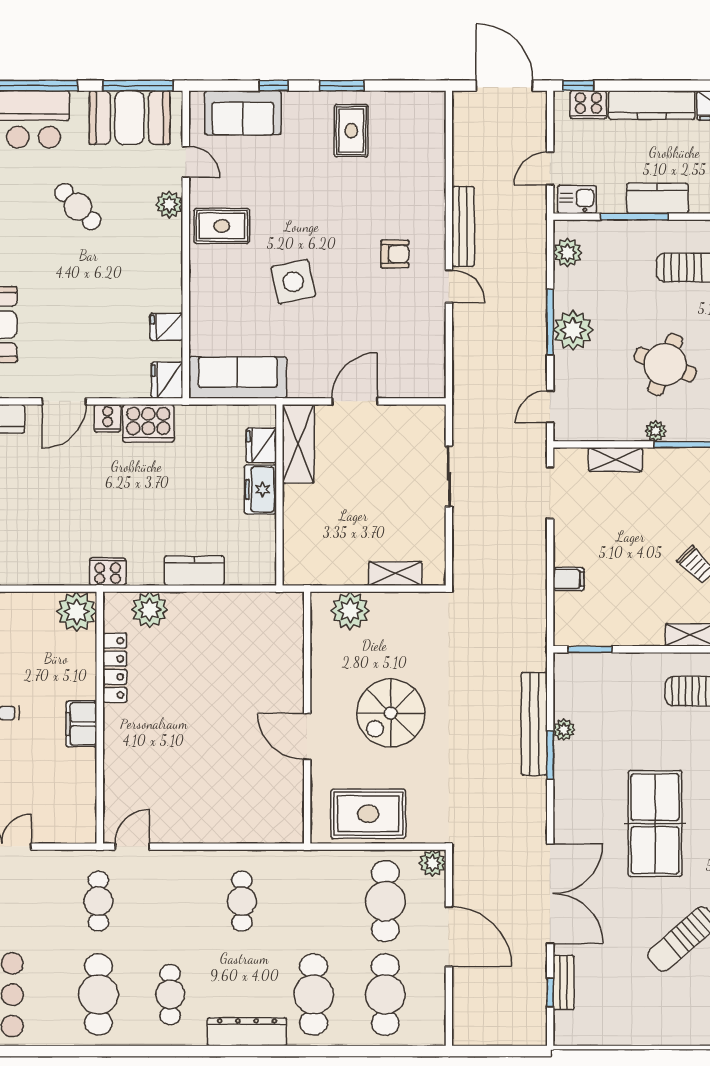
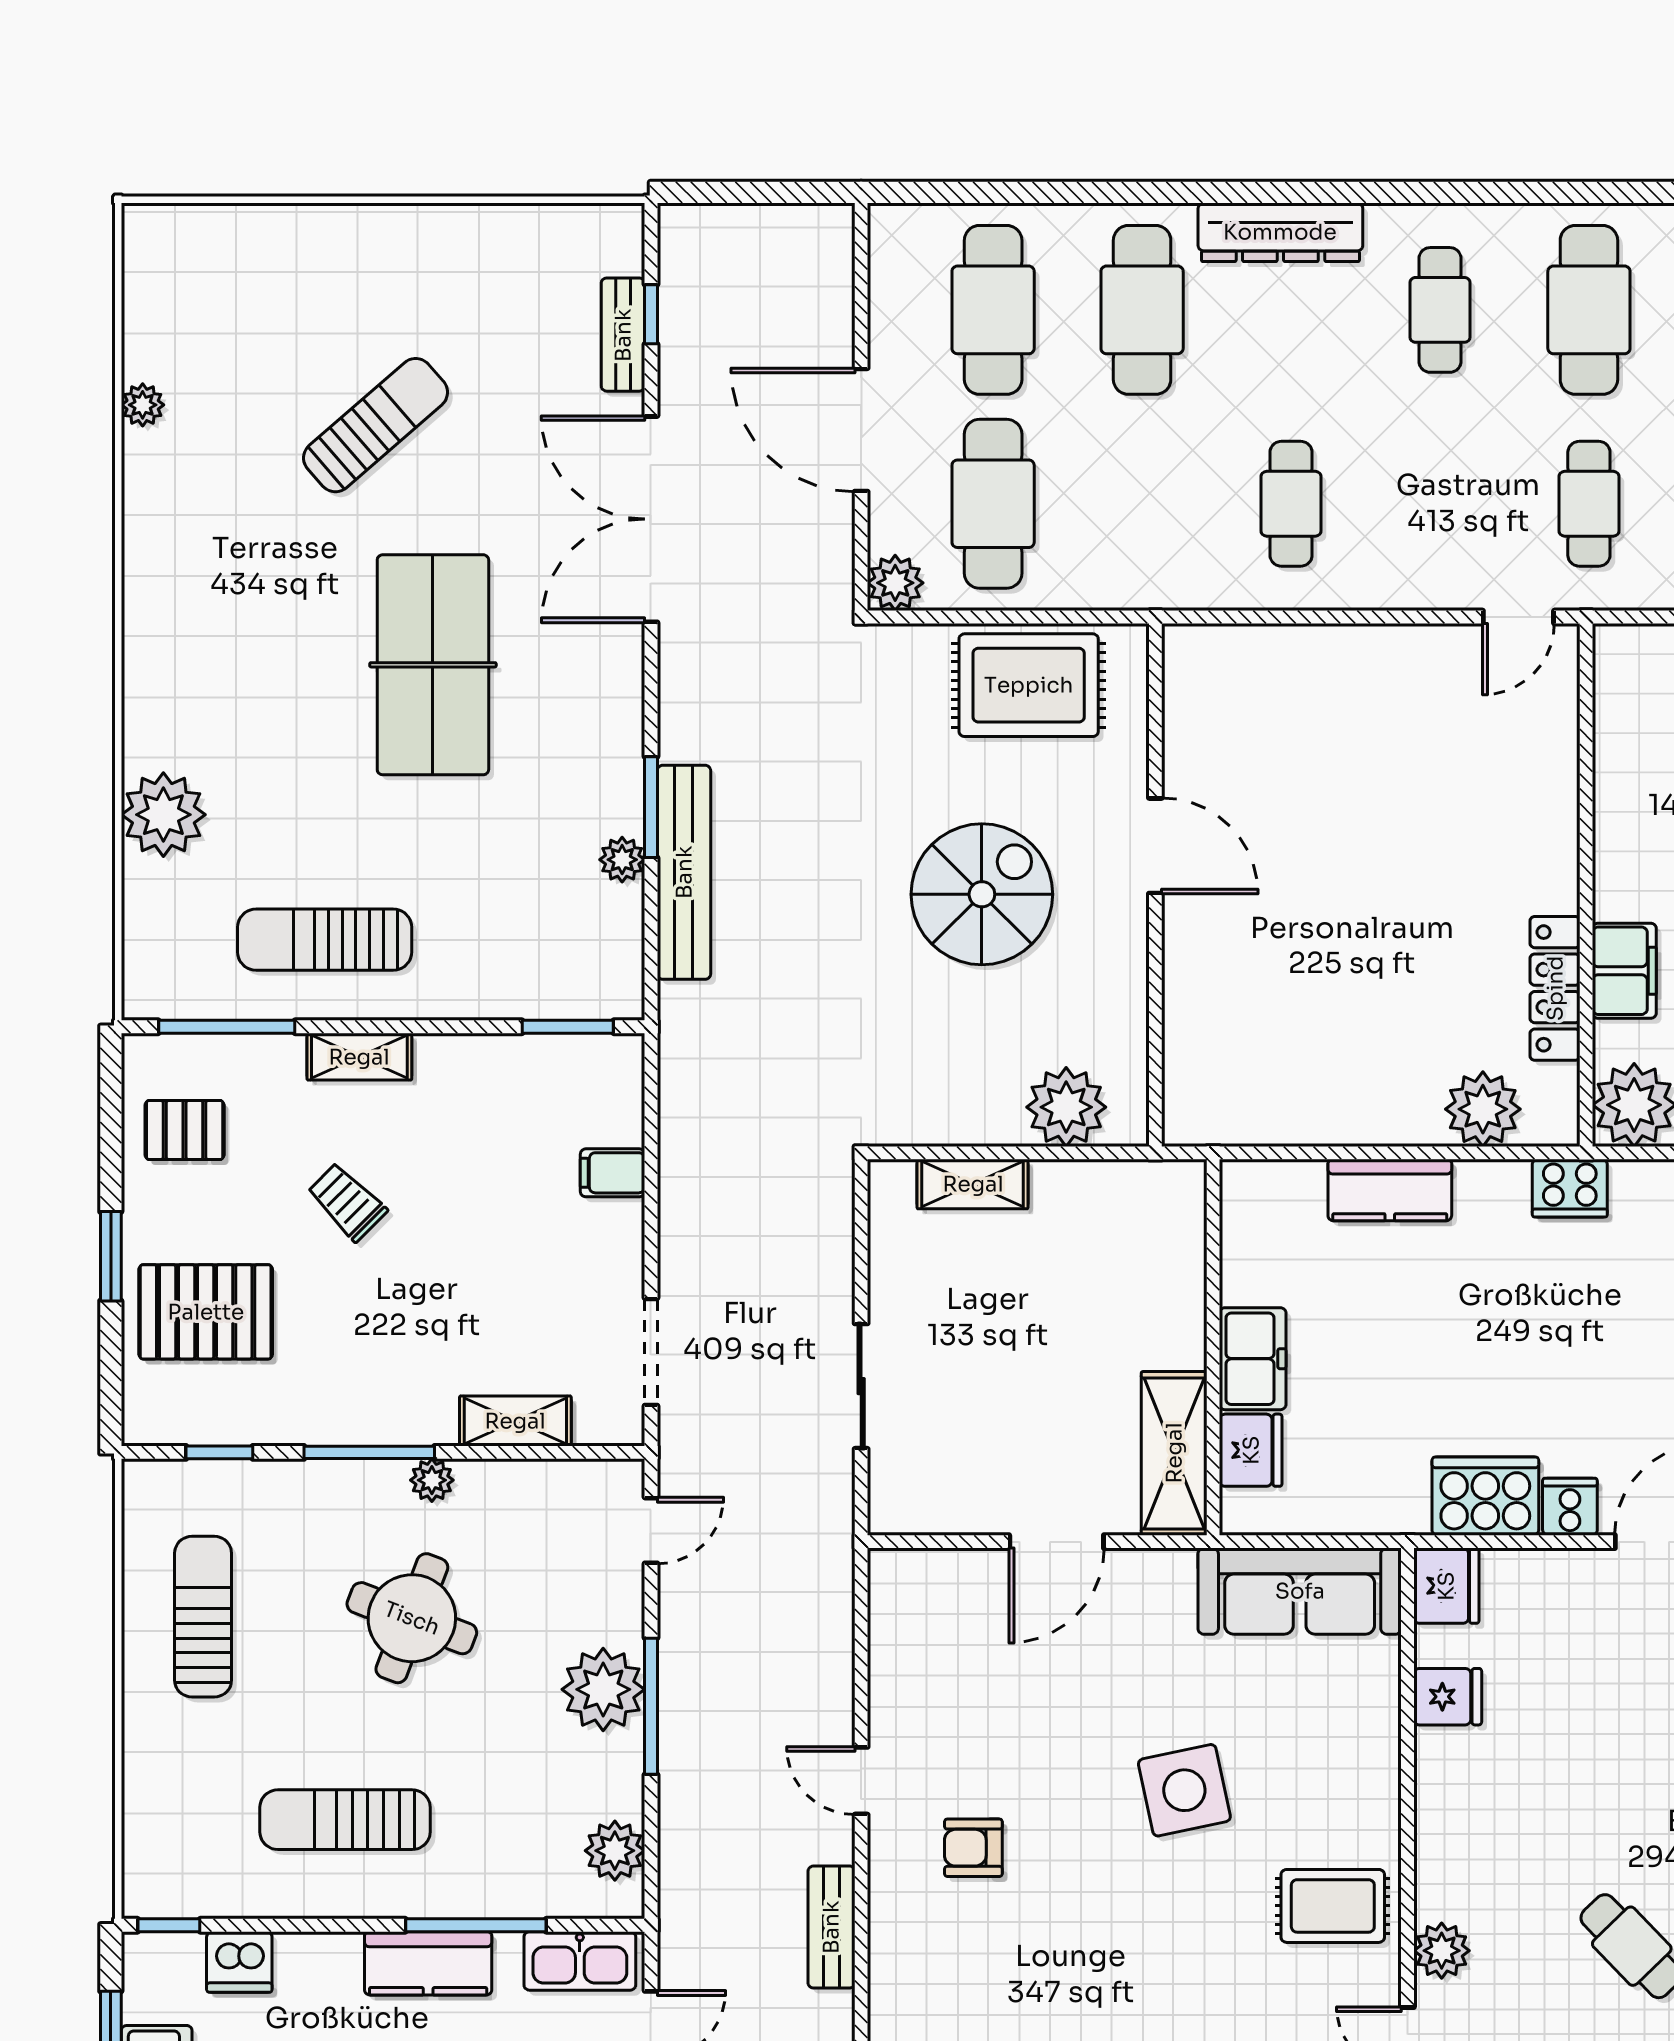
kitchen sink: (577, 199) -> (580, 1961), width x1.38
bench: (463, 226) -> (831, 1927), width x0.73
filing cabinet: (81, 724) -> (1624, 971), moved

